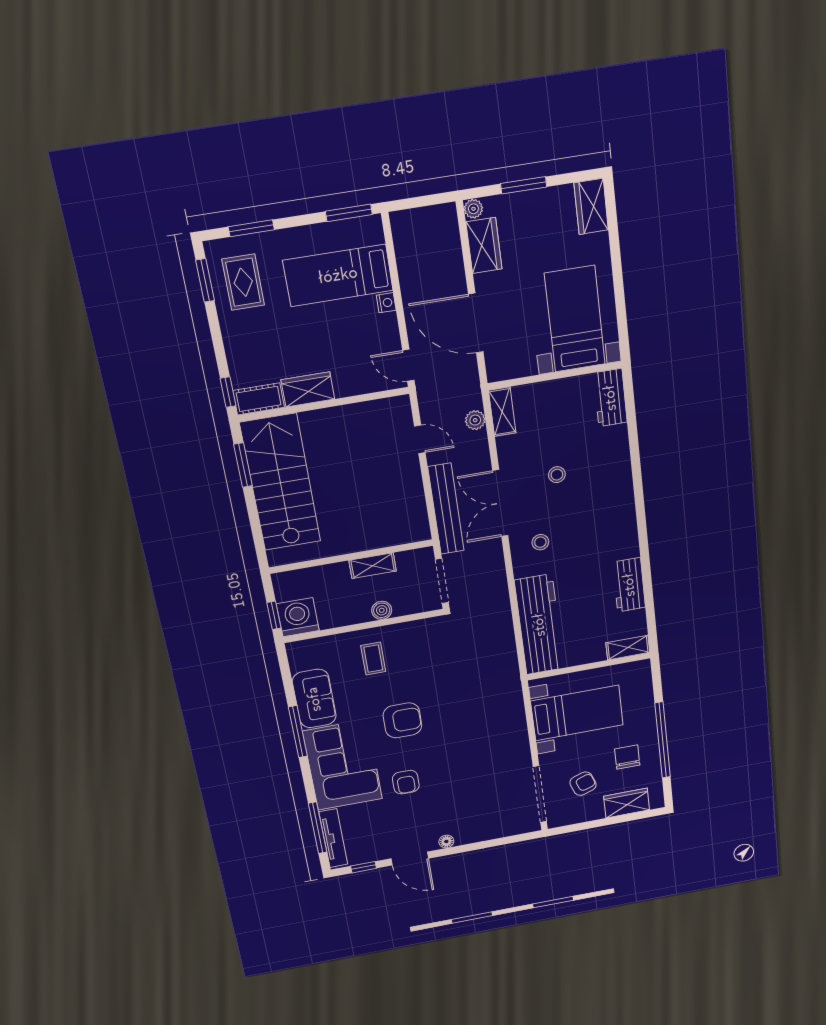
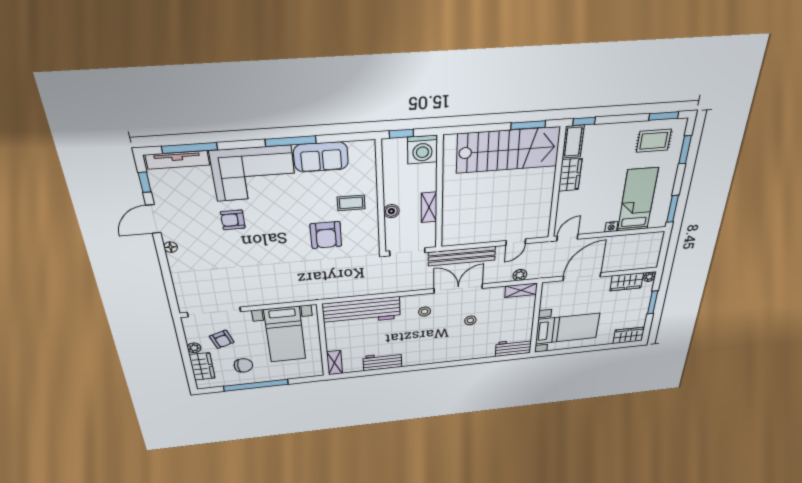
washing machine: (298, 617) -> (422, 150), moved, turned 90
armchair: (402, 720) -> (326, 235), moved
plant: (596, 813) -> (194, 348), added

